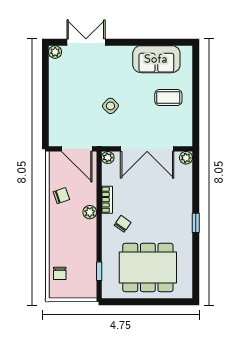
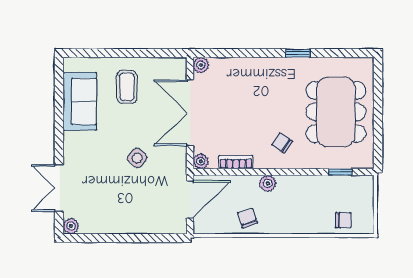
double door: (147, 149) -> (190, 113), swing flipped
bookcase: (107, 200) -> (236, 162), moved
window: (196, 223) -> (298, 53), moved

